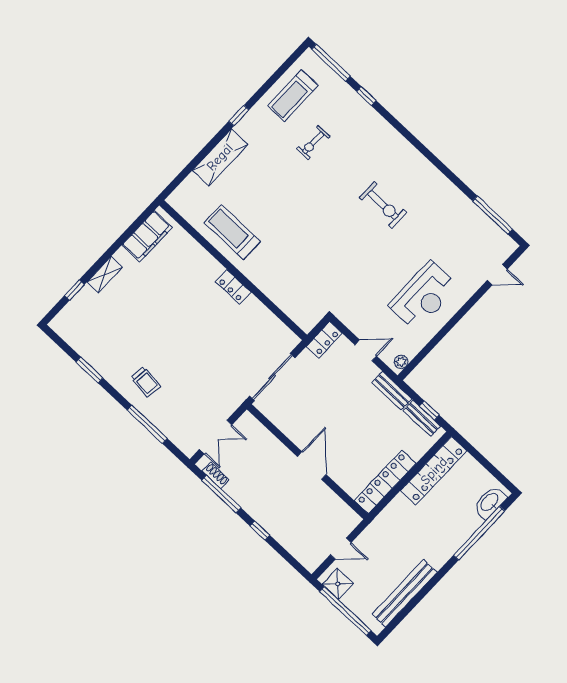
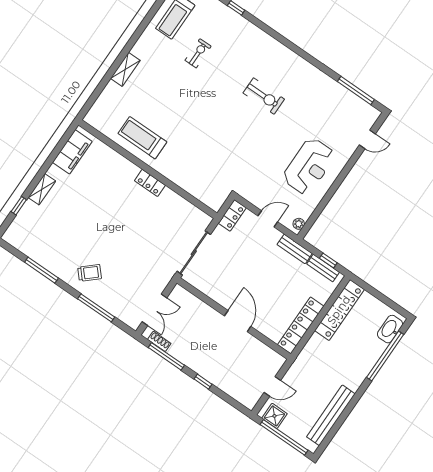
window: (239, 116) -> (133, 40), removed
exercise bike: (313, 143) -> (198, 53), turned 180
shelving: (220, 157) -> (125, 69), width x0.67, depth x0.75
window: (89, 370) -> (41, 270), width x1.44
trolley: (146, 382) -> (90, 273), turned -48

